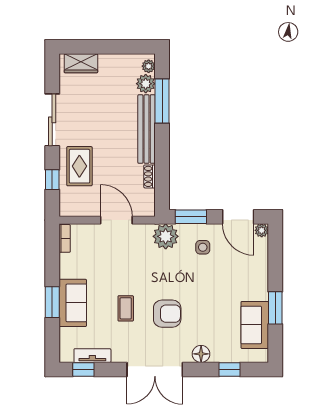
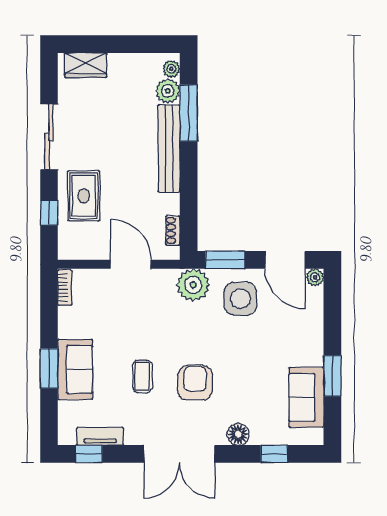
shoe rack: (150, 176) -> (173, 230), moved
side table: (203, 247) -> (240, 299), width x1.87, depth x1.87
armchair: (167, 314) -> (195, 383), turned -90

